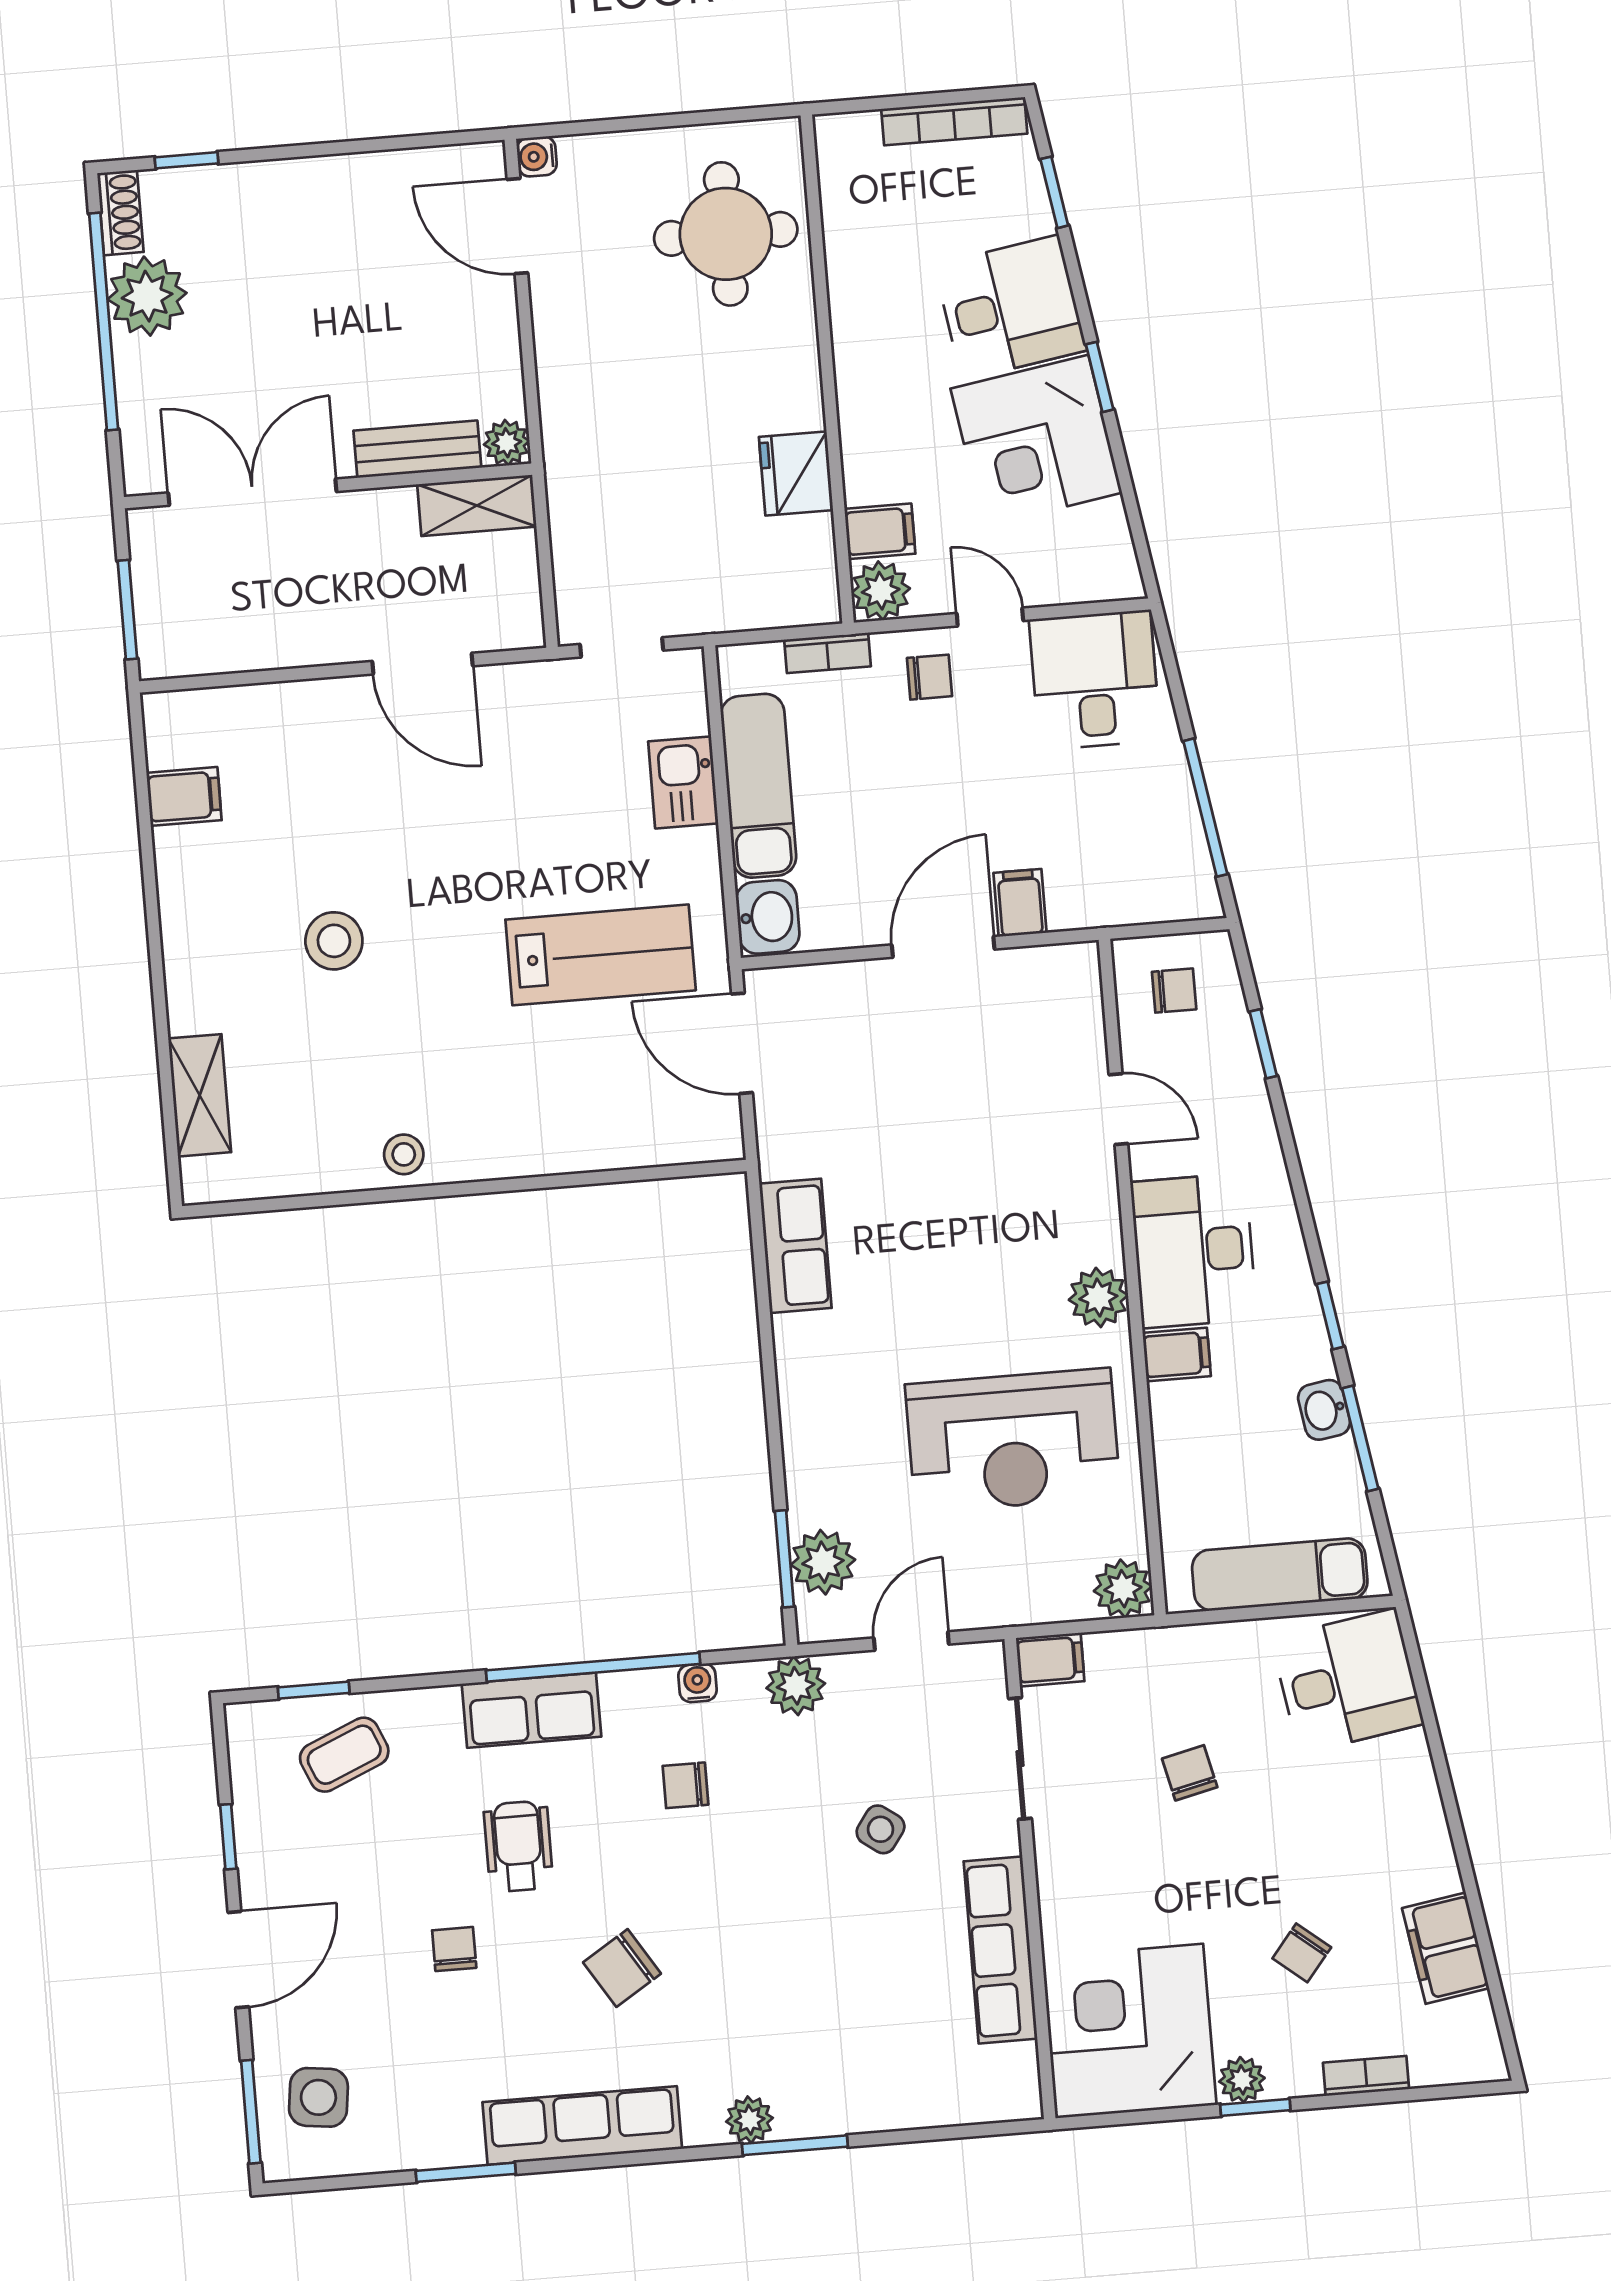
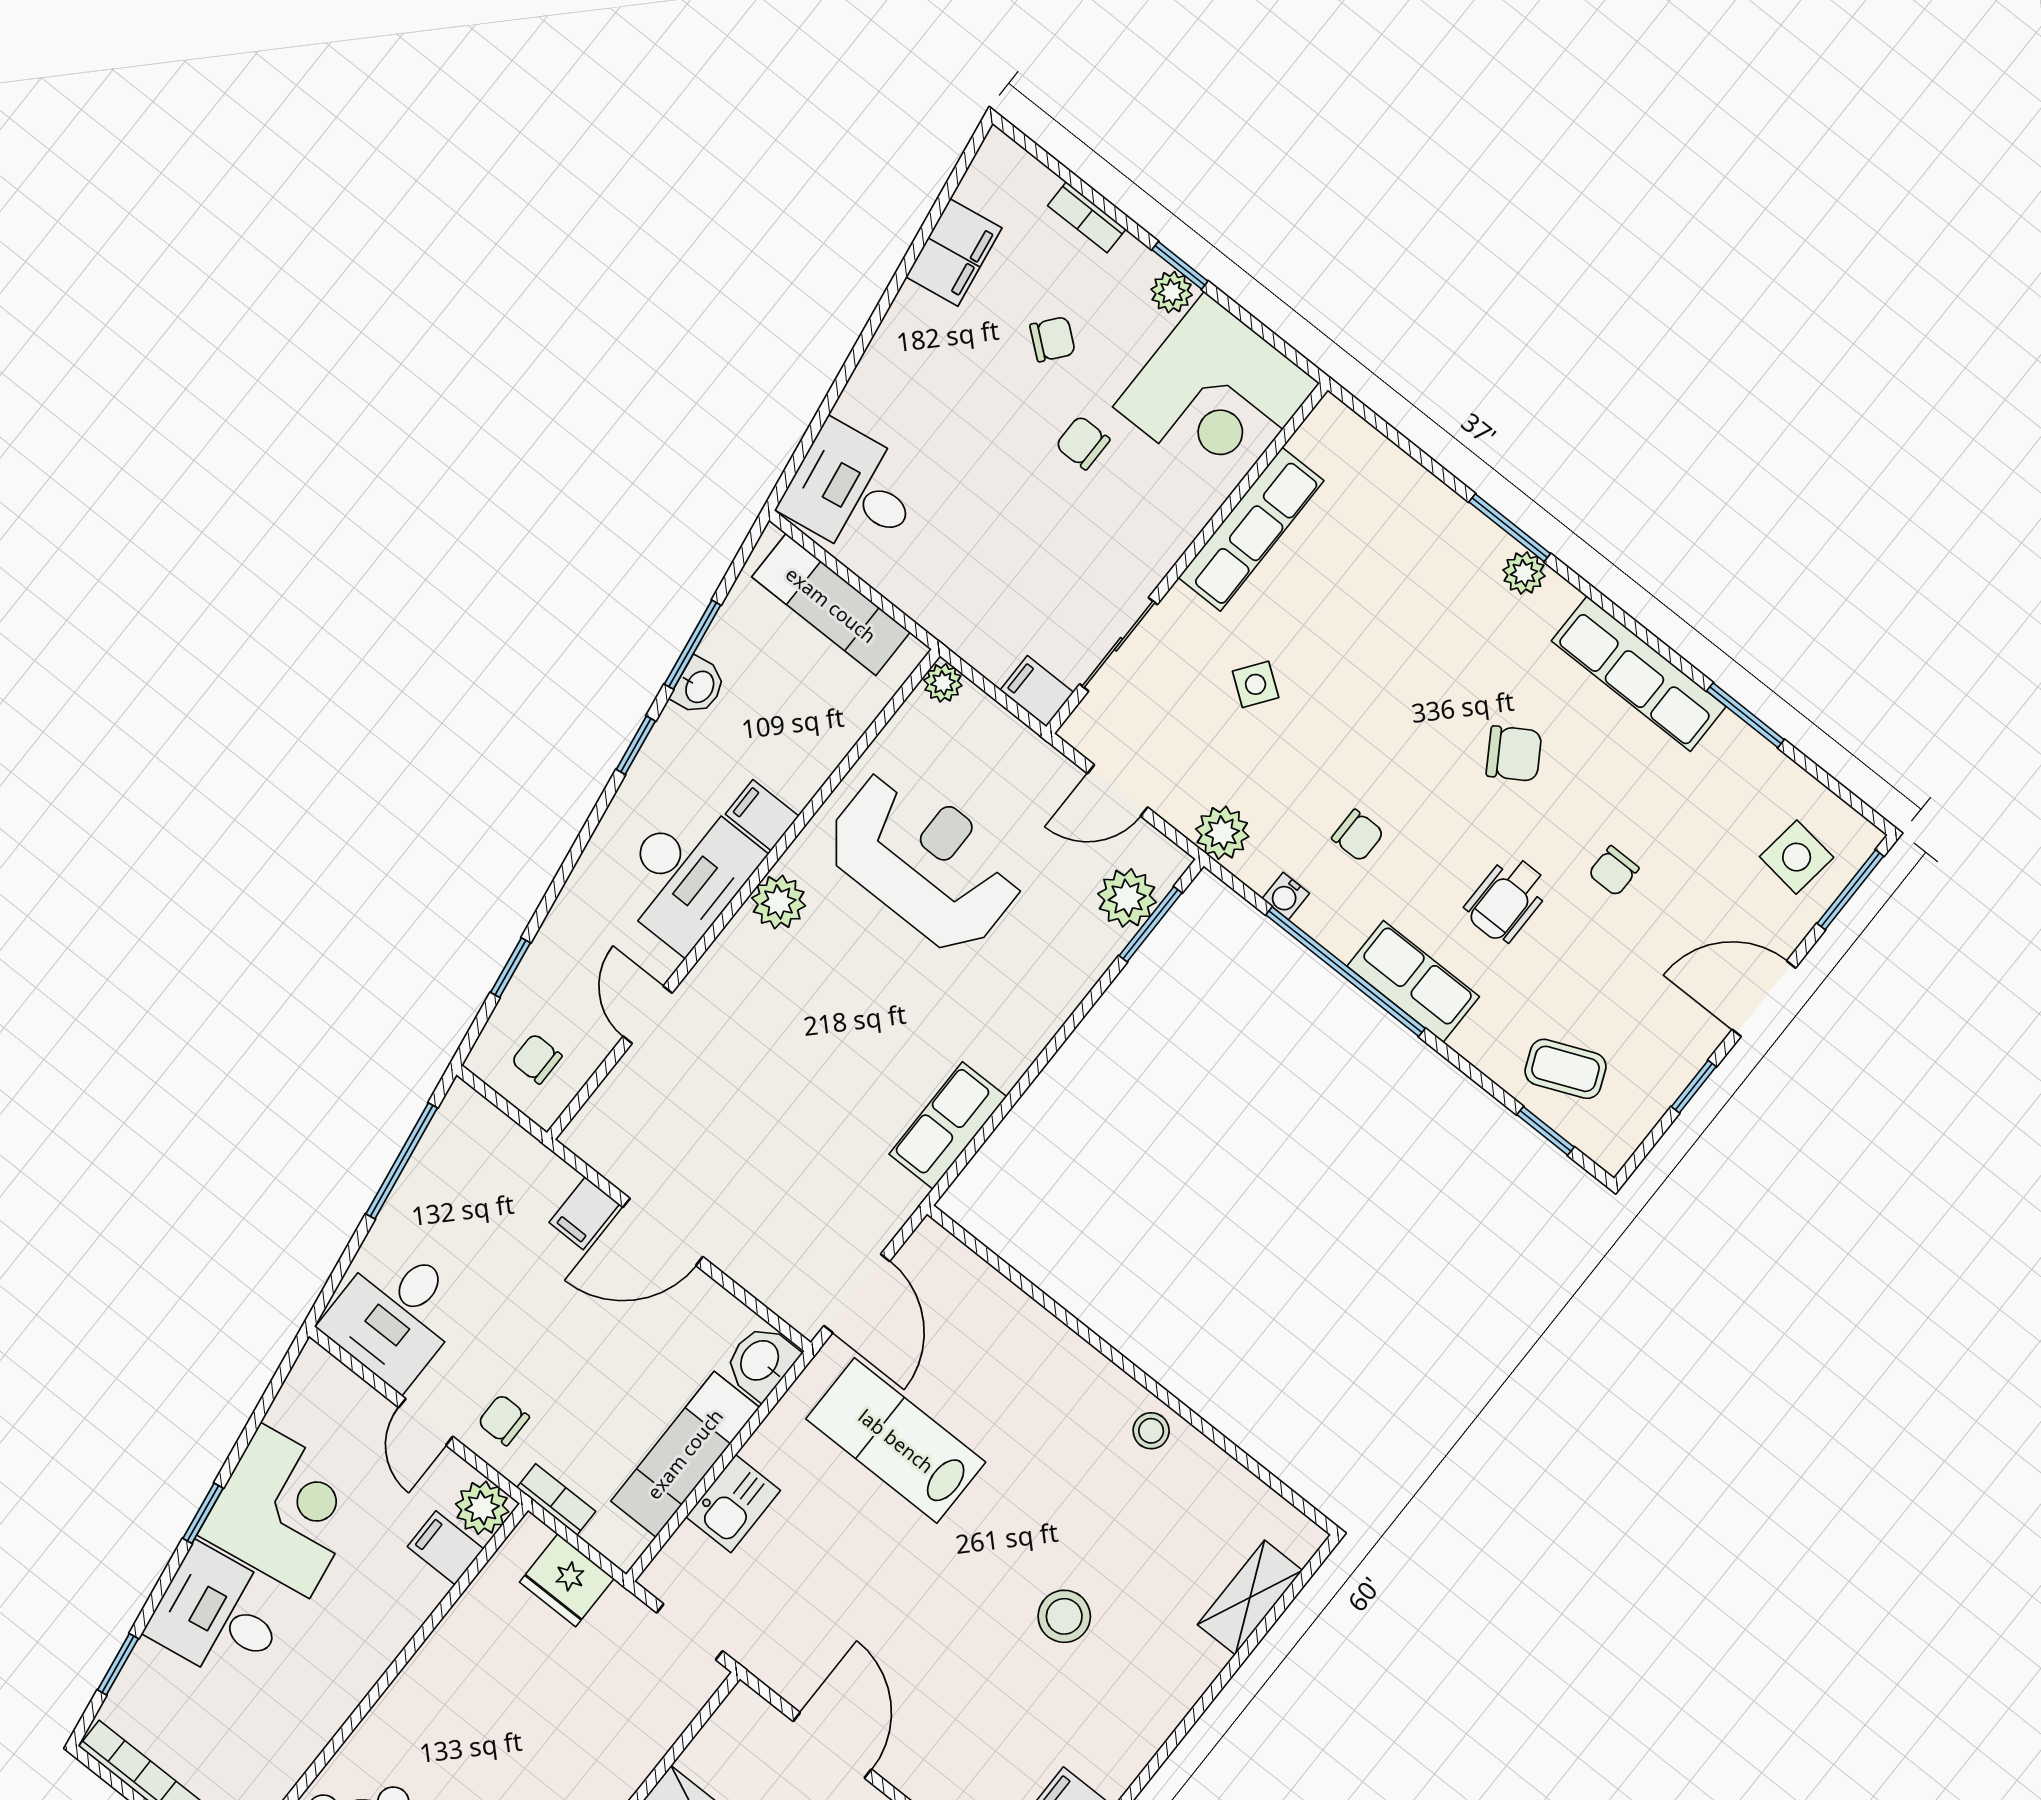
fridge: (796, 473) -> (567, 1580), moved, turned 90
plant: (1123, 1589) -> (943, 683), width x0.73, depth x0.73
chair: (1190, 1773) -> (1083, 443), moved, turned 103

